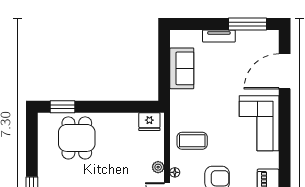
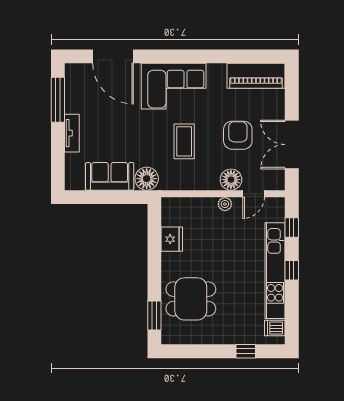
floor lamp: (180, 100) -> (147, 179), added
fridge: (149, 122) -> (172, 239), moved
coffee table: (192, 141) -> (184, 141), moved
floor lamp: (175, 172) -> (231, 180), width x1.89, depth x1.89

